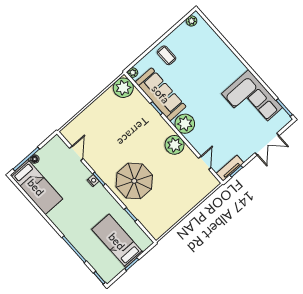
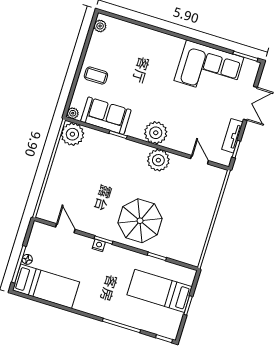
sofa: (161, 94) -> (106, 116), width x0.73
tv unit: (230, 168) -> (232, 136), moved

